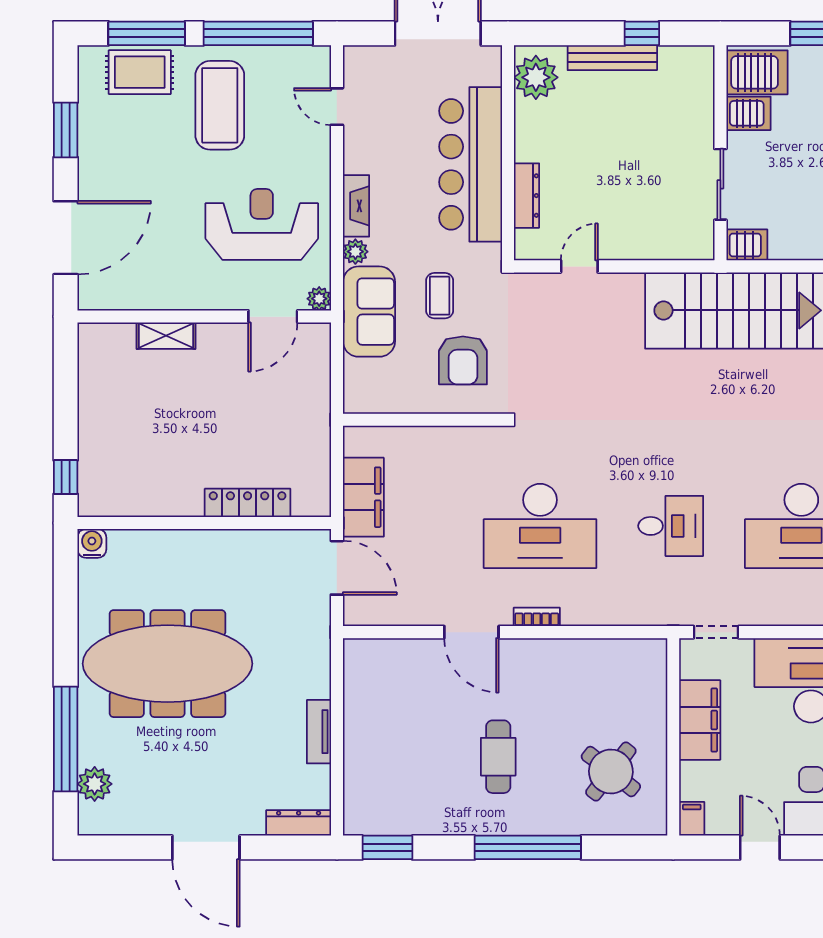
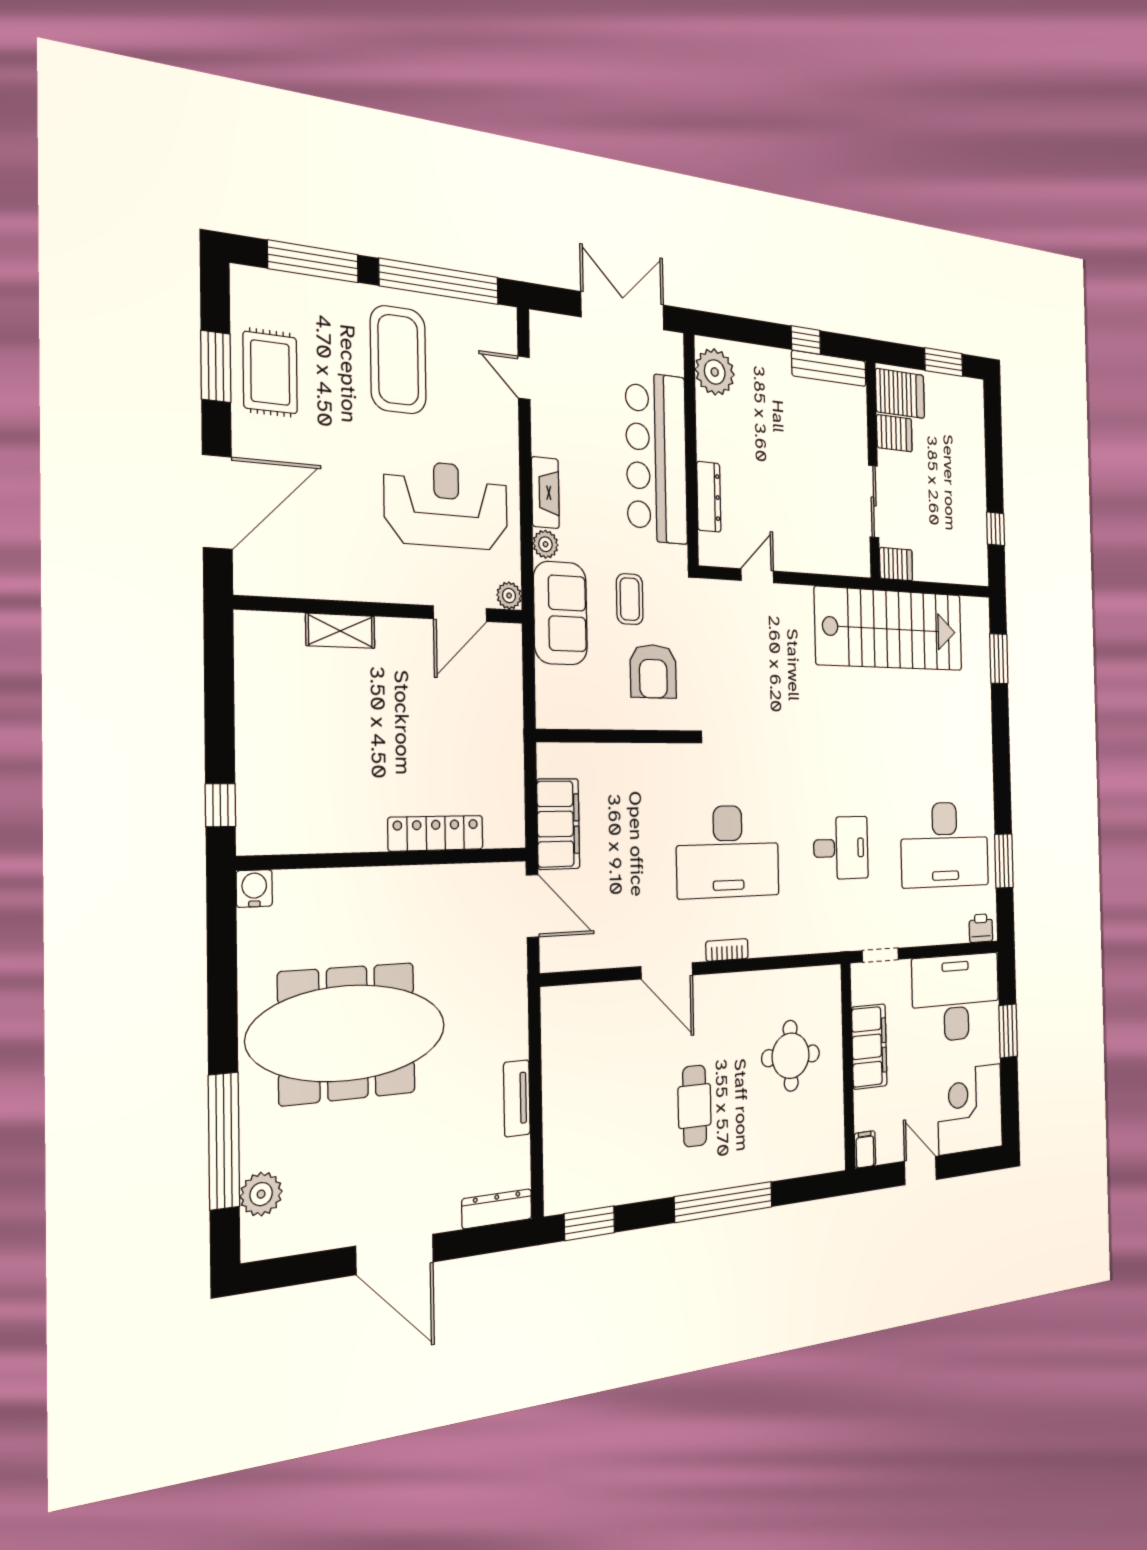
bench: (612, 58) -> (829, 368), moved
rug: (140, 72) -> (270, 373), moved, turned 90
round table: (611, 772) -> (791, 1056), moved, turned -38

